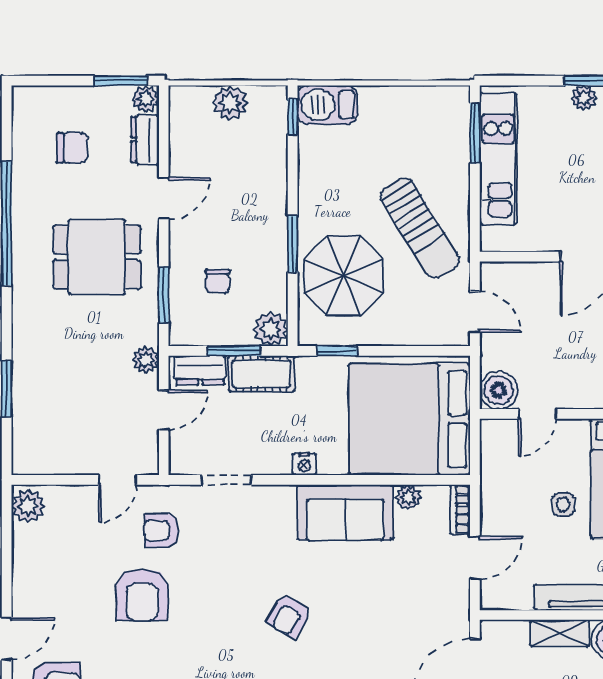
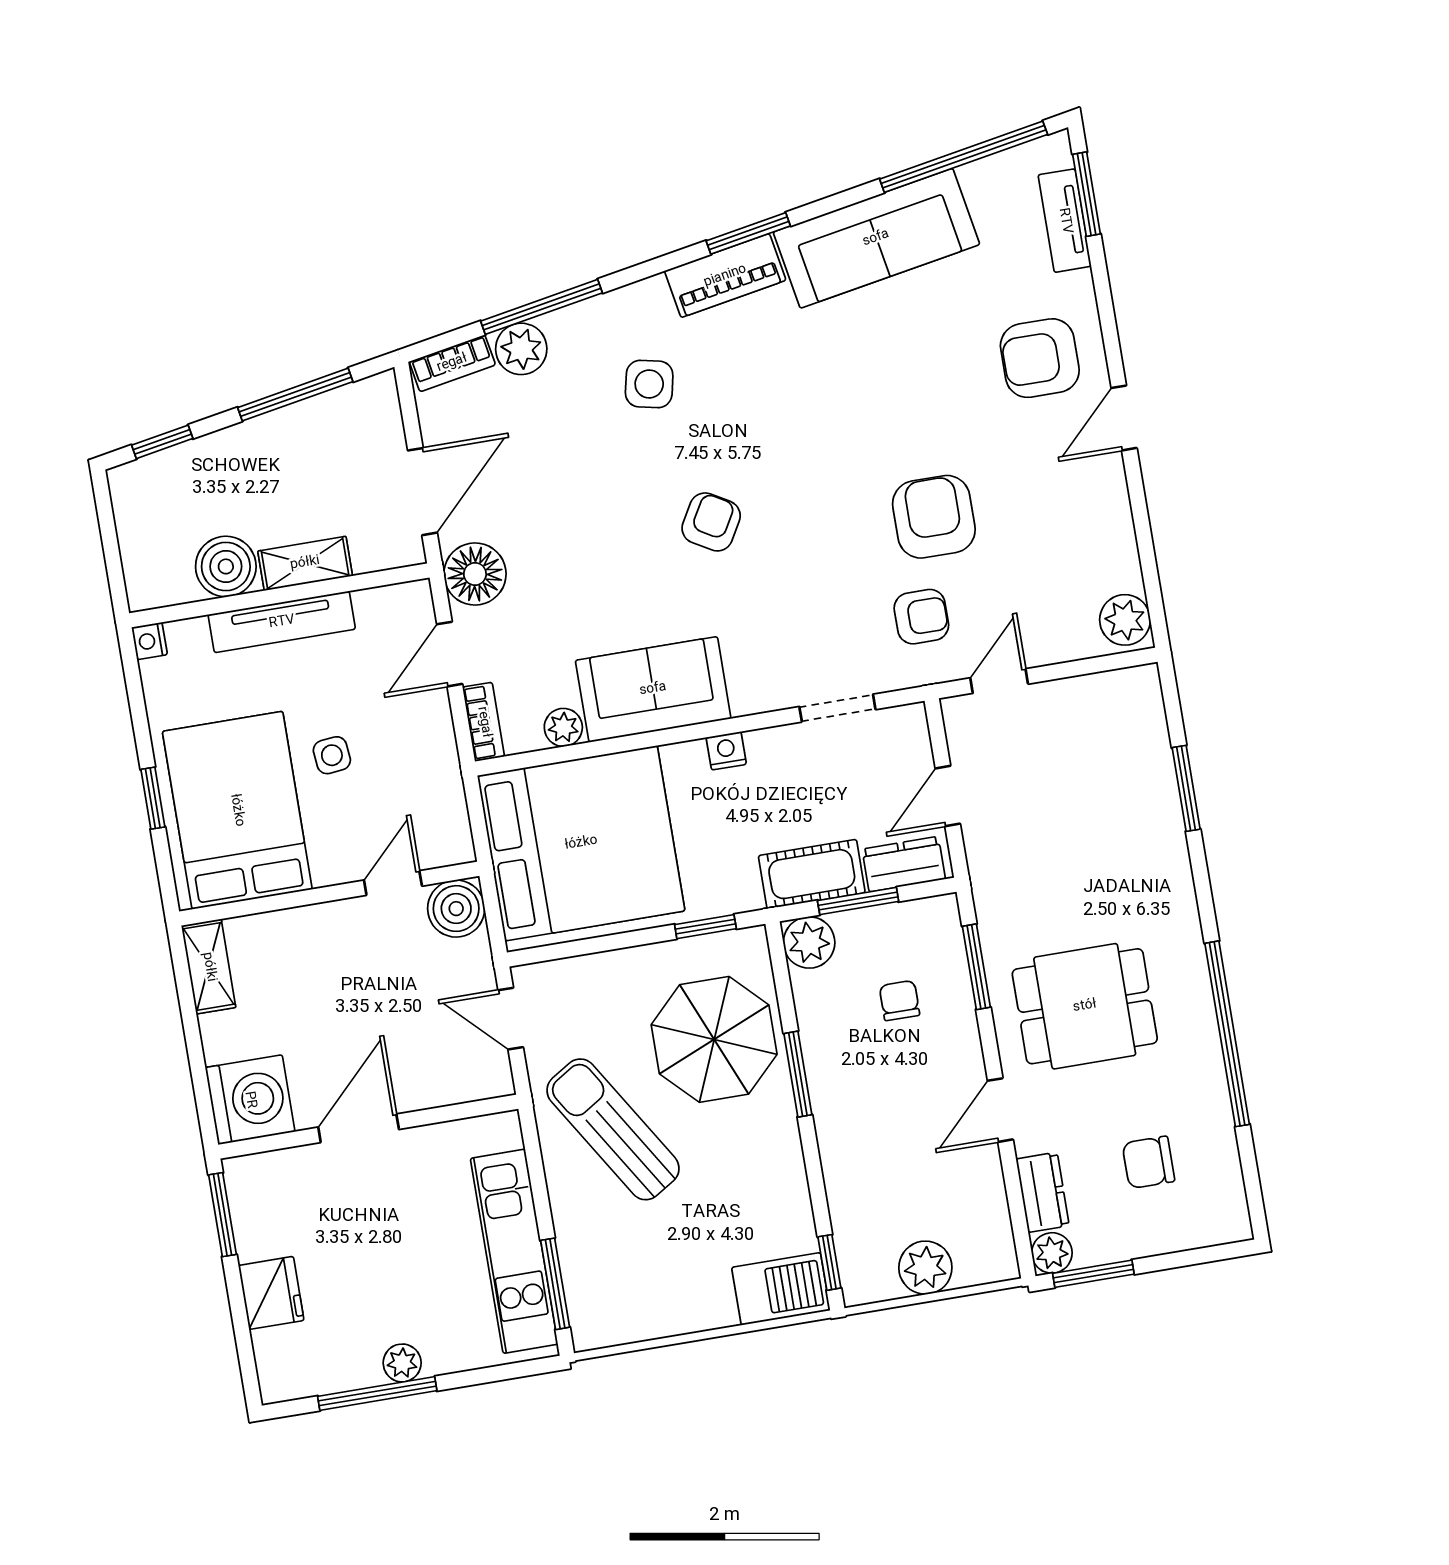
plant: (146, 360) -> (987, 866), removed
floor lamp: (450, 608) -> (475, 574), added

